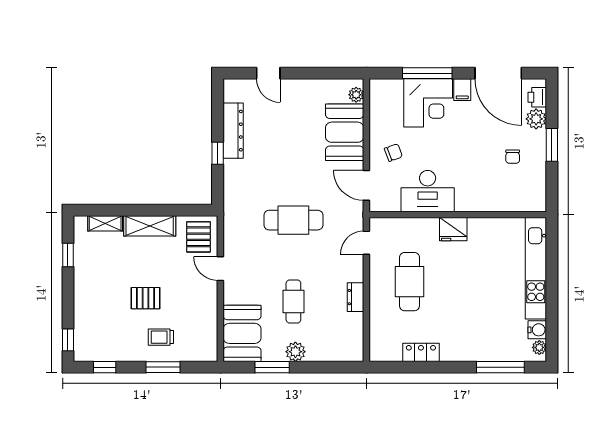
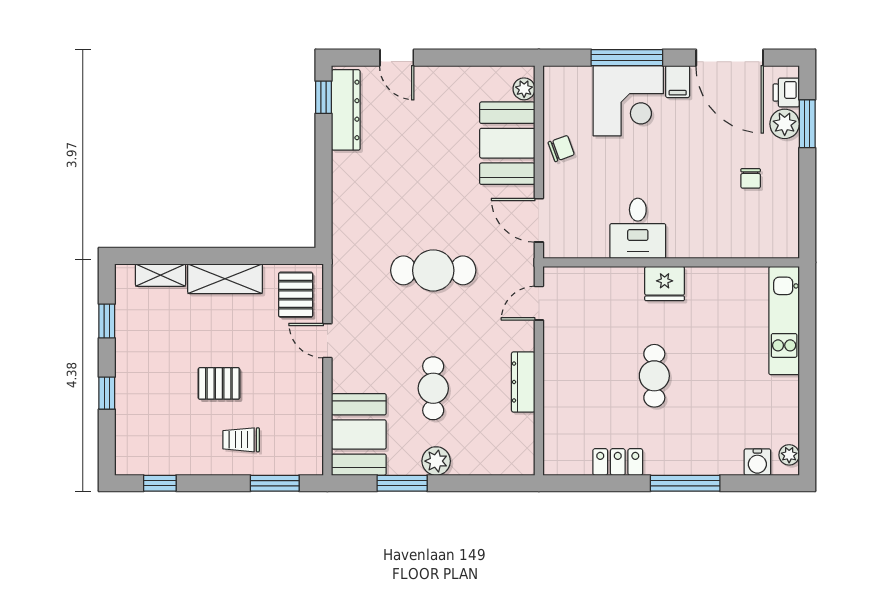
dresser: (233, 131) -> (346, 110), moved
window: (552, 145) -> (807, 124), moved
window: (218, 153) -> (323, 97), moved
chair: (393, 153) -> (561, 149), moved
desk: (428, 191) -> (638, 228), width x0.73
kitchen unit: (536, 268) -> (784, 321), width x0.73
cafe table: (409, 282) -> (654, 376), moved, width x0.73, depth x0.74
dresser: (356, 297) -> (523, 382), width x1.44
water cooler: (537, 330) -> (757, 462), moved, turned 90
window: (68, 340) -> (107, 393), moved
window: (163, 367) -> (275, 483), moved
window: (500, 367) -> (685, 483), moved

